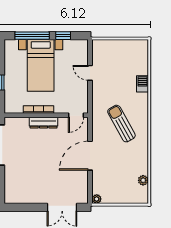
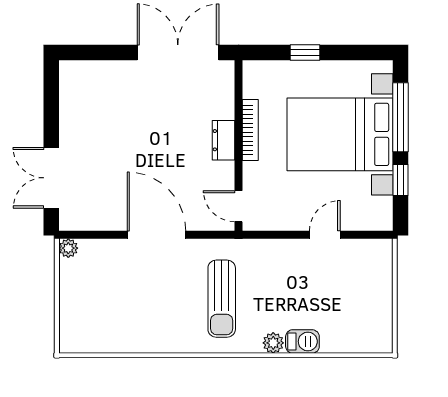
bed with nightstands: (41, 65) -> (340, 134), width x1.36
dresser: (44, 123) -> (224, 140), width x0.70
sun lounger: (121, 124) -> (222, 299), turned 119
plant: (143, 180) -> (273, 343), moved

